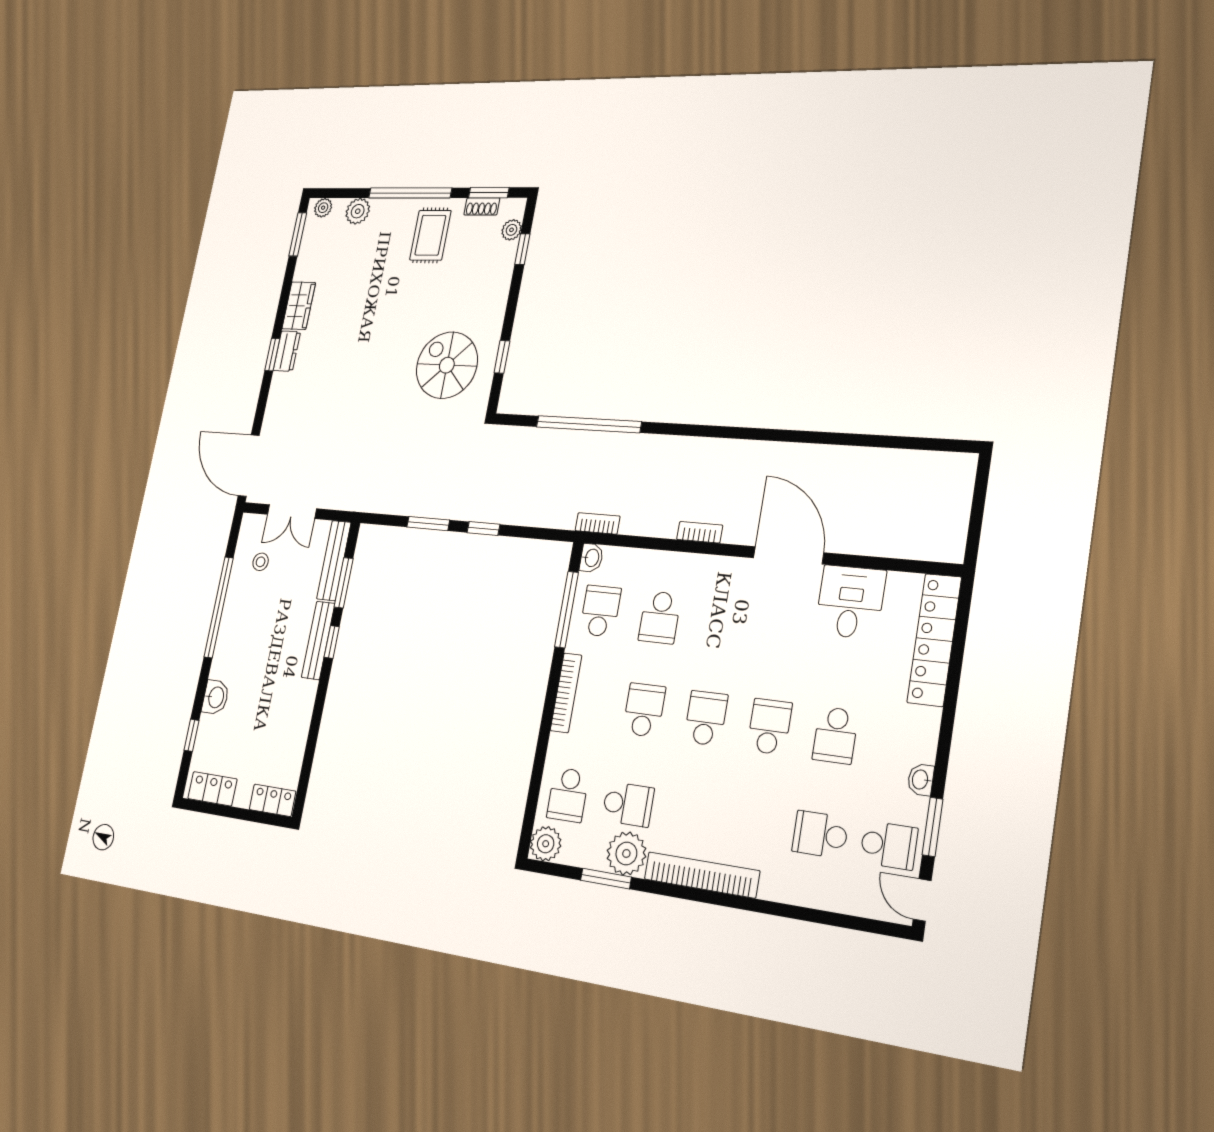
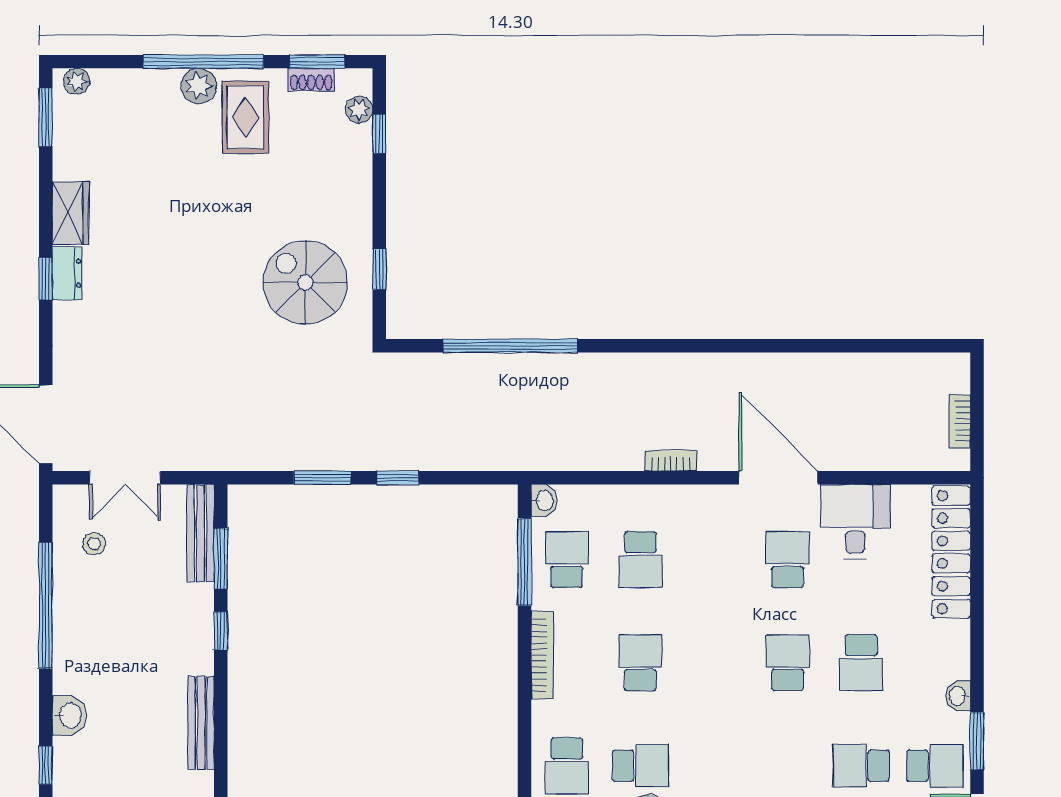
plant: (358, 211) -> (199, 86), moved
bookcase: (598, 523) -> (960, 421), moved, turned -90
bench: (318, 640) -> (201, 723), moved
school desk: (706, 718) -> (788, 560), moved

